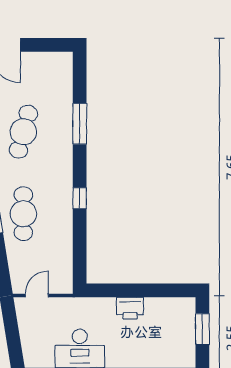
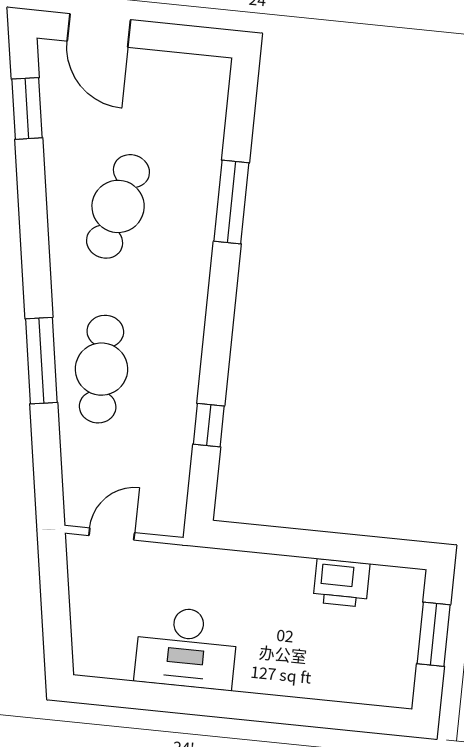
window: (80, 198) -> (209, 425), moved
printer: (130, 308) -> (341, 583), moved

